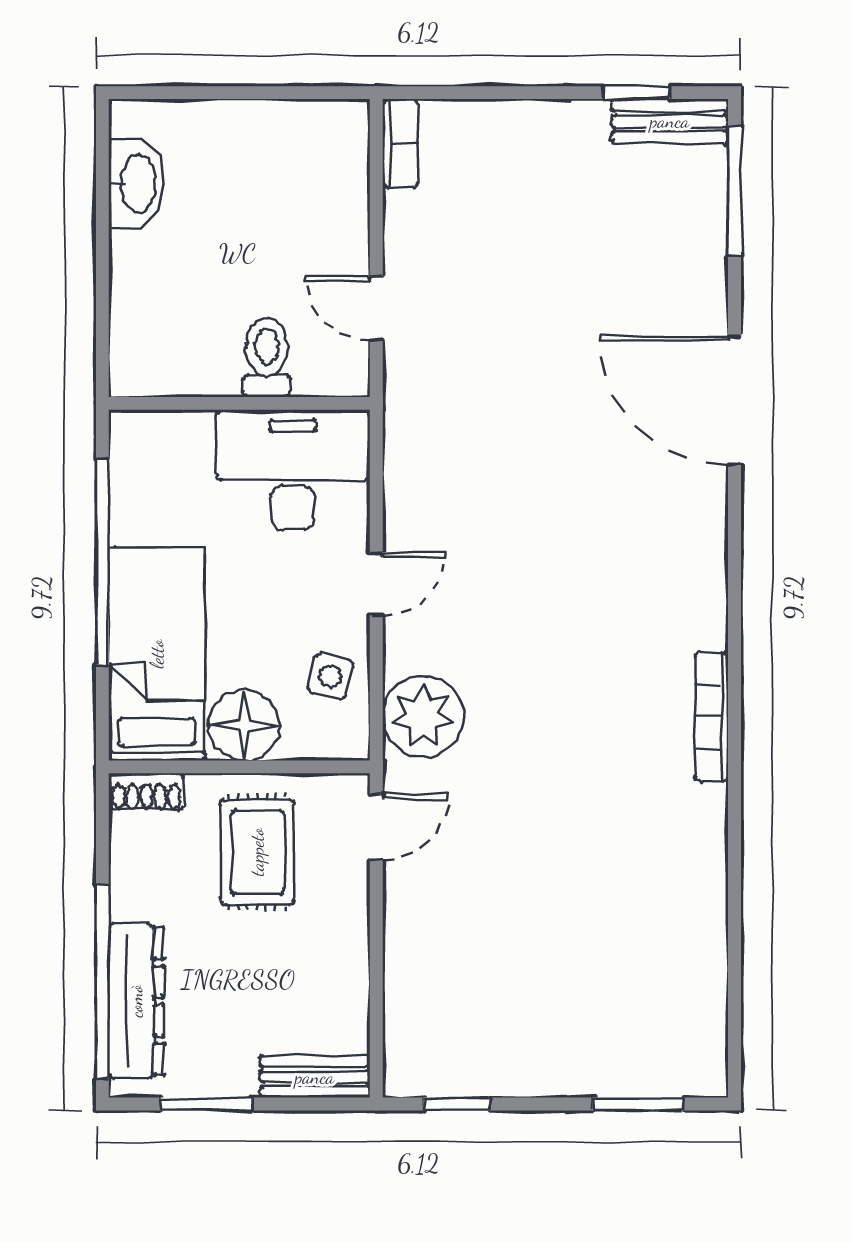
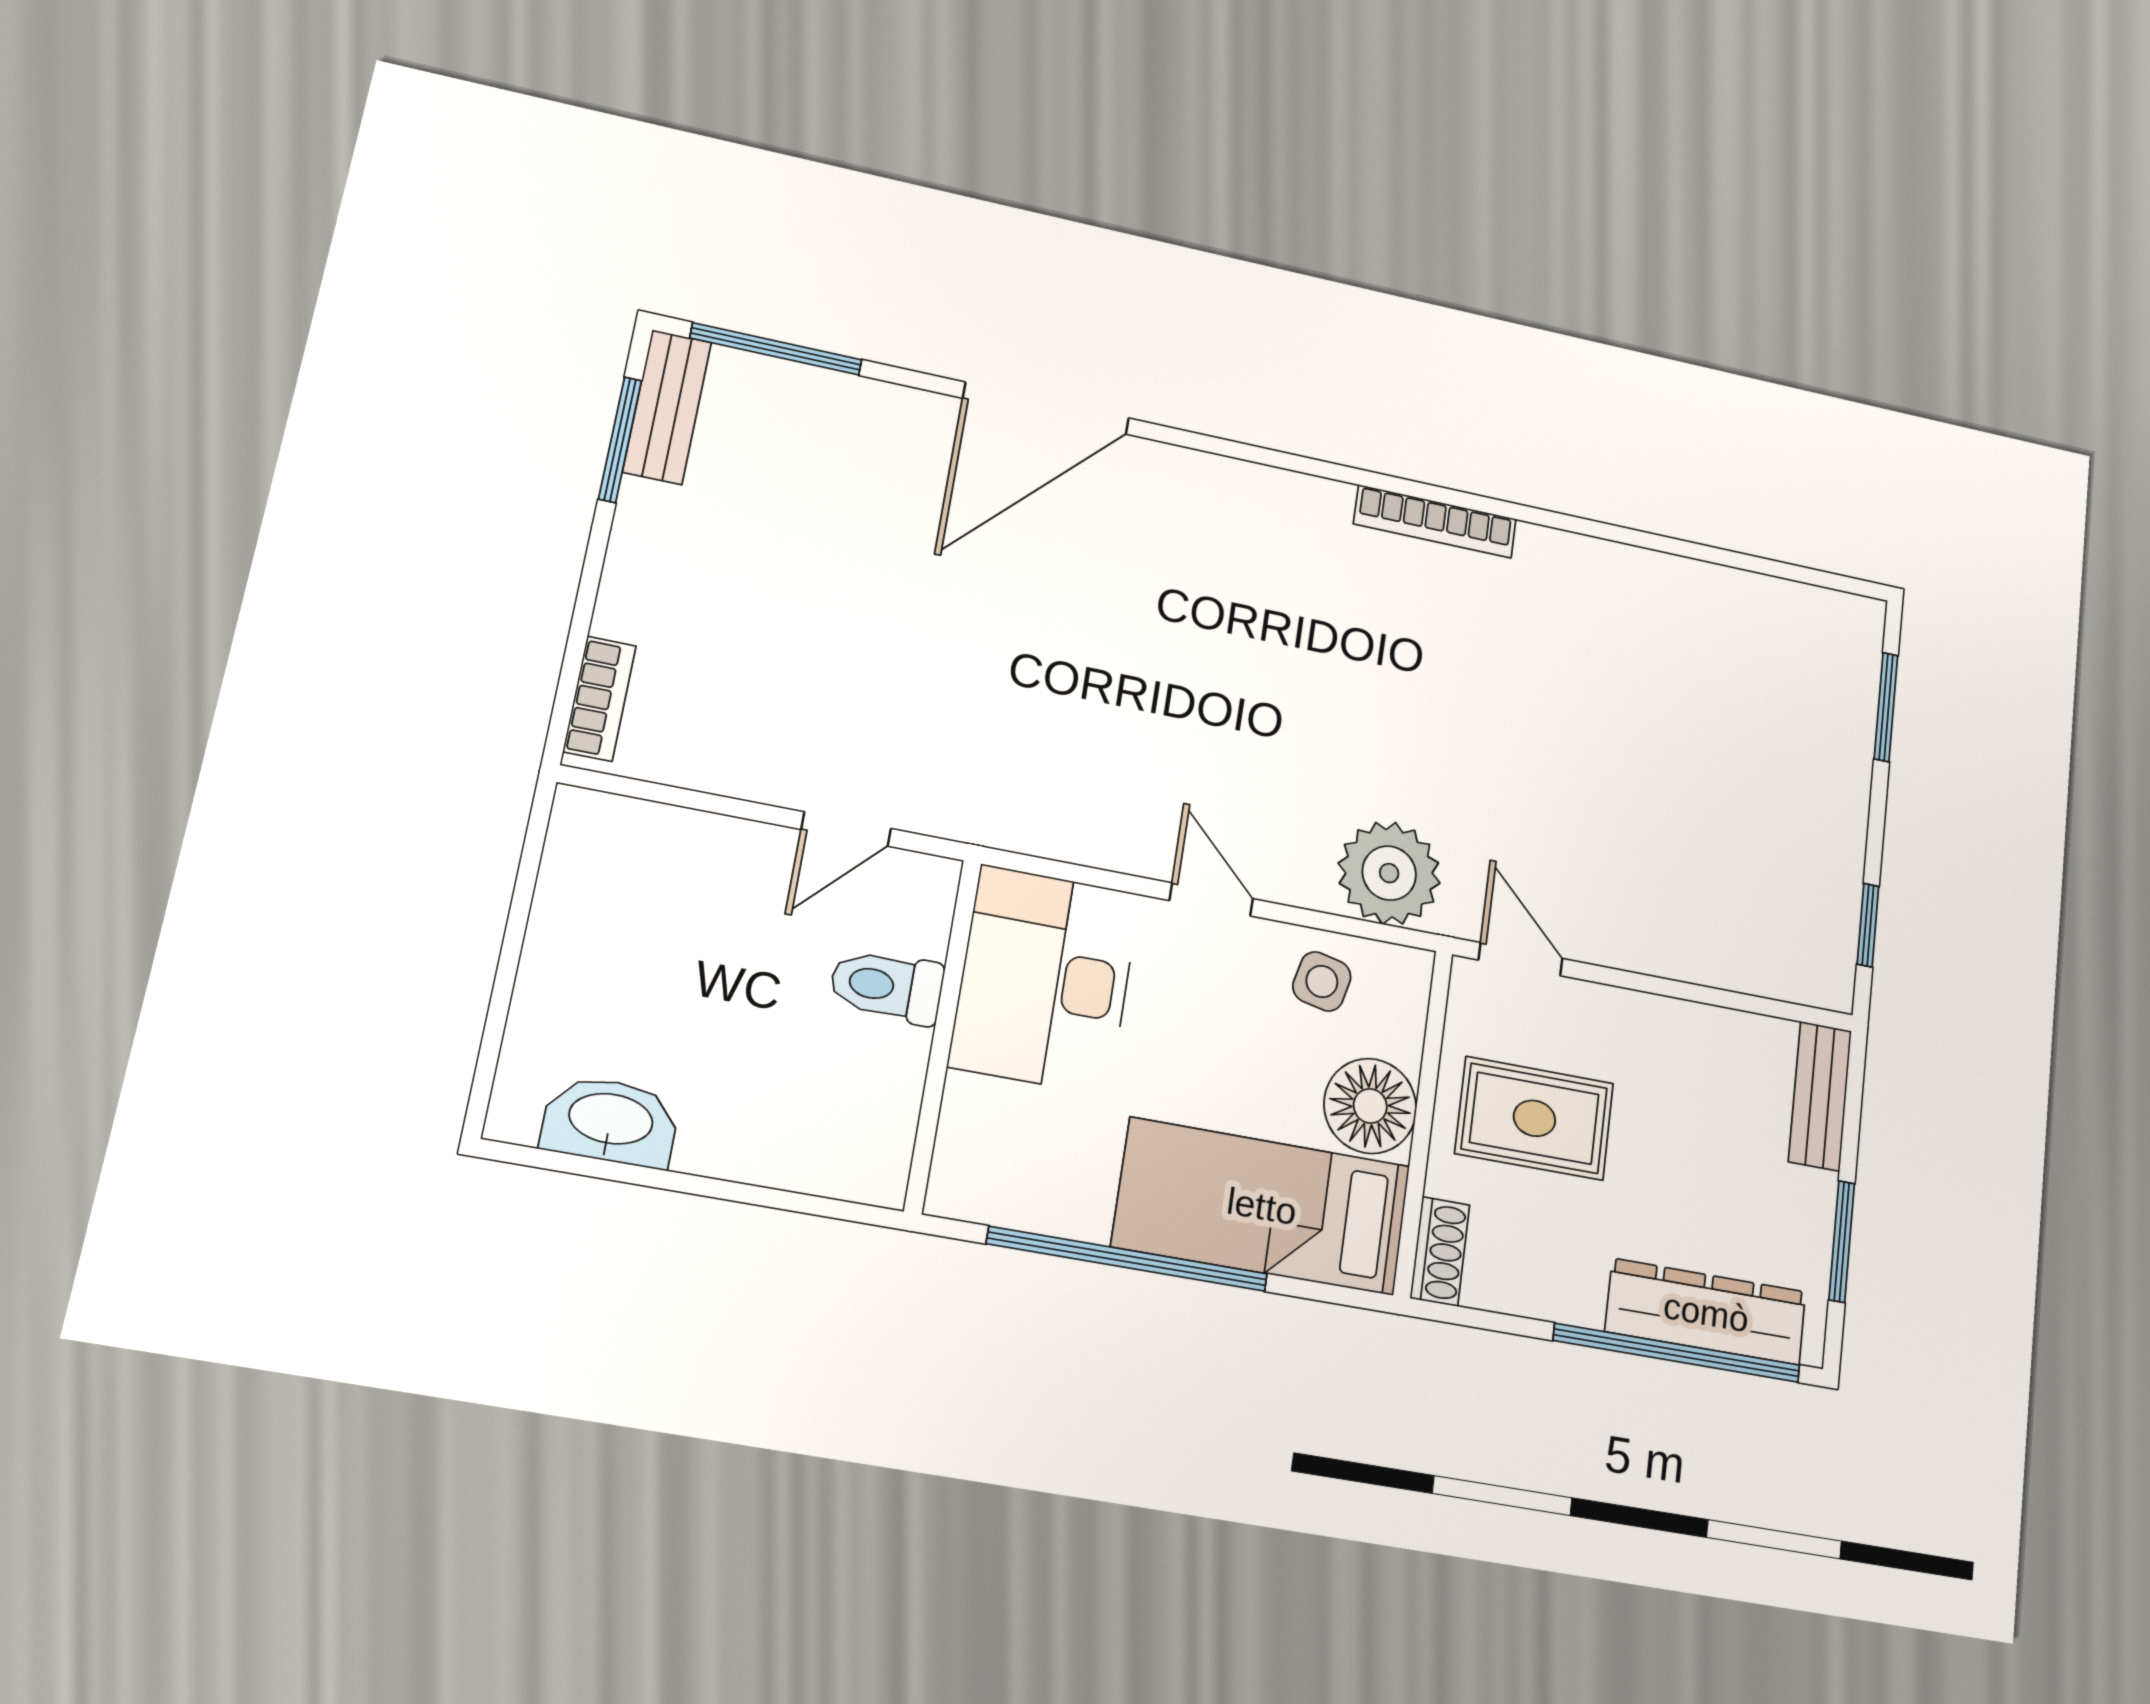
window: (637, 93) -> (620, 440), width x1.50
bookcase: (400, 144) -> (600, 699), moved, turned 90

